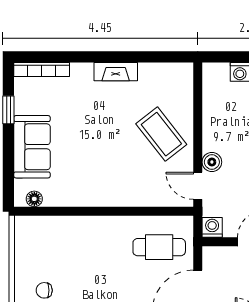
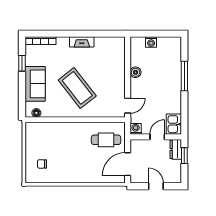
coffee table: (161, 134) -> (77, 88), moved, width x1.36, depth x1.32
boiler: (212, 162) -> (135, 72), moved
door: (198, 186) -> (128, 106), swing flipped

